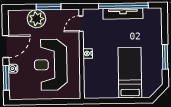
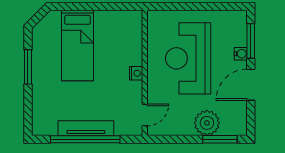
window: (49, 7) -> (220, 139), moved
reception desk: (51, 65) -> (188, 58), turned 180

